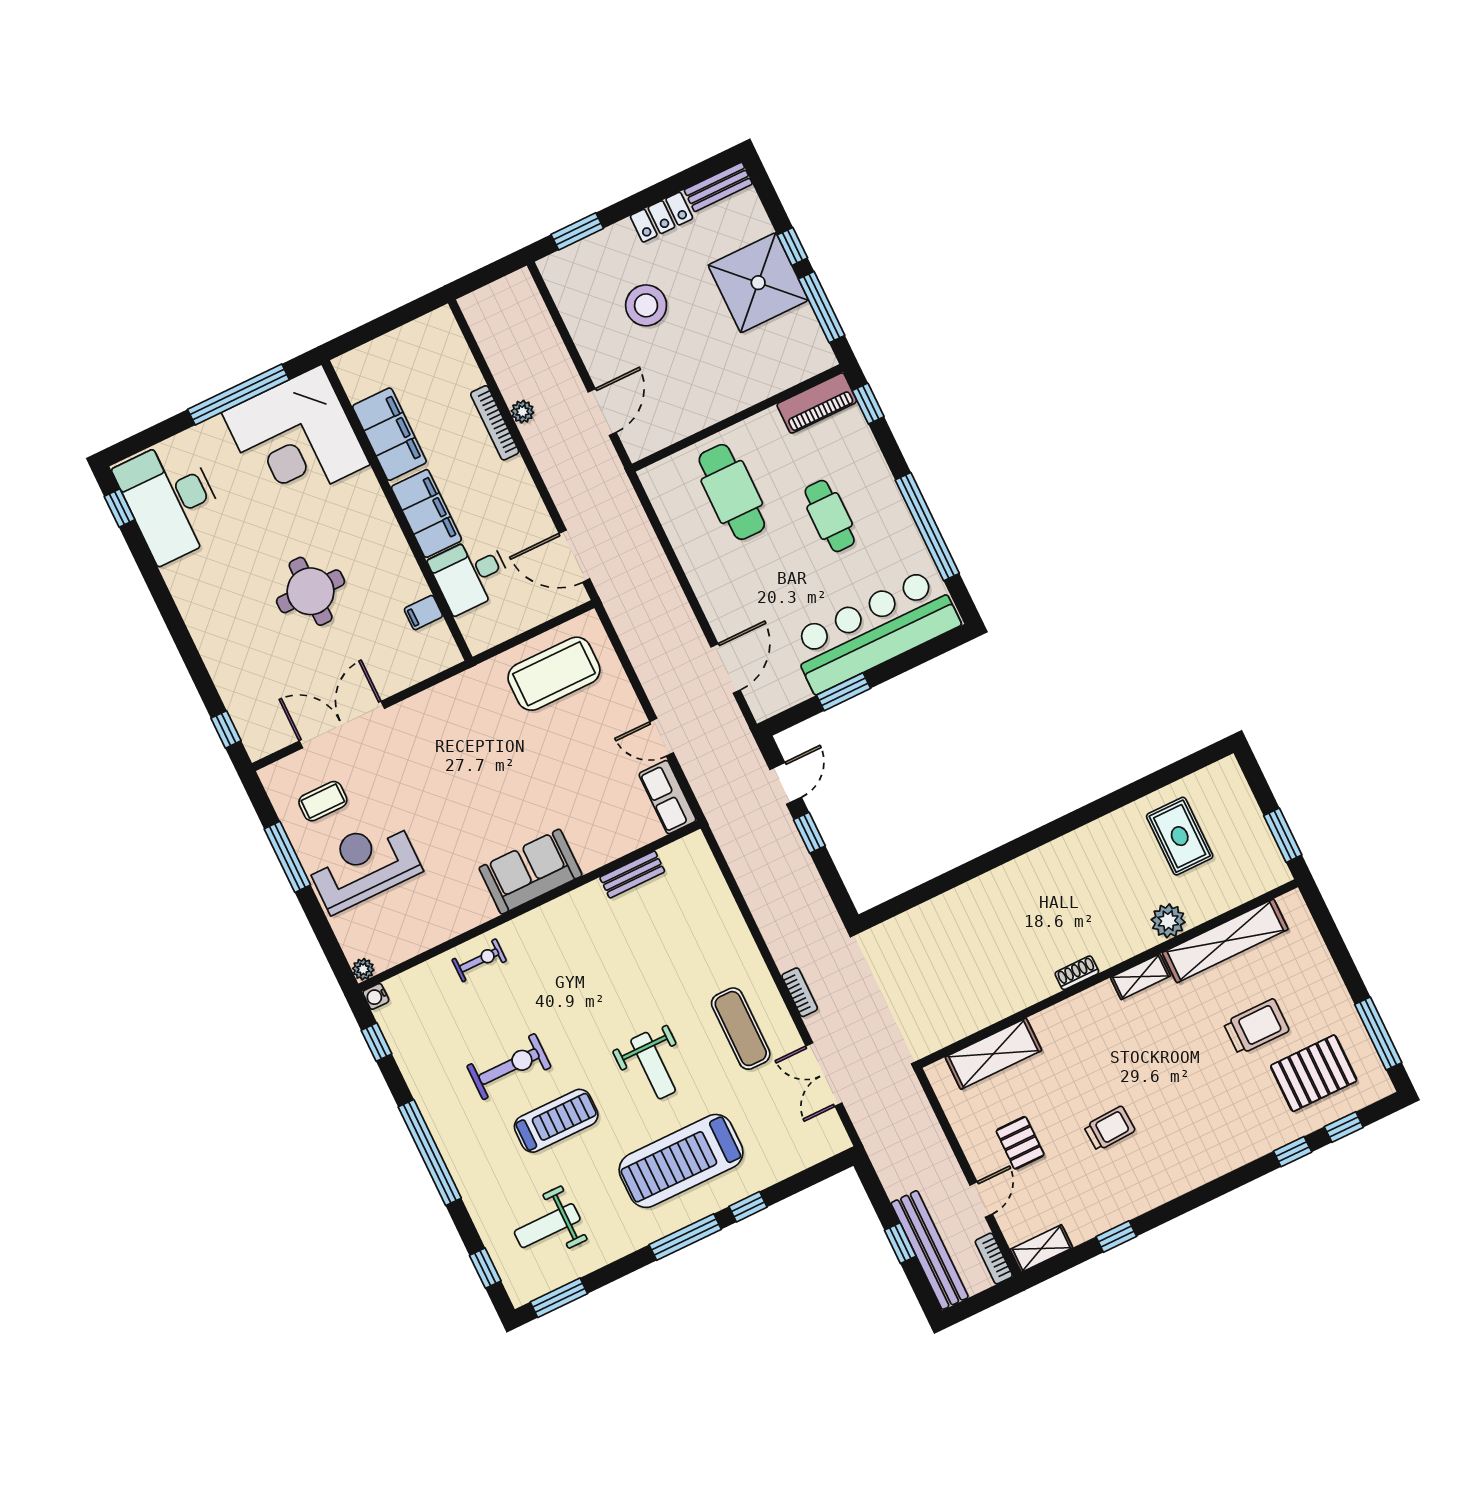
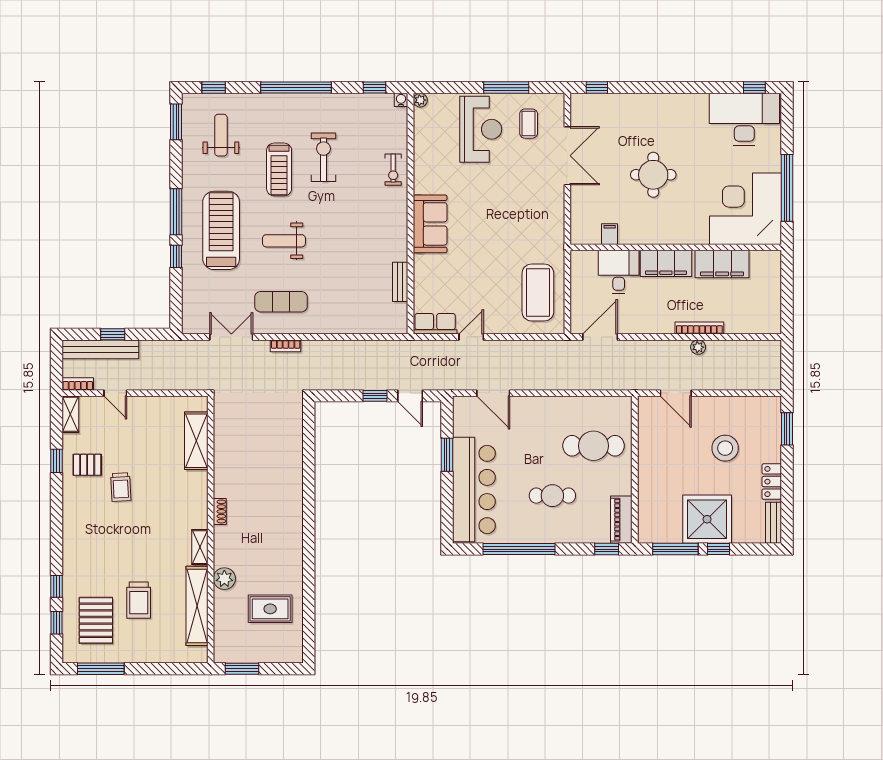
exercise bike: (509, 1067) -> (323, 157), turned 180
pallet: (1020, 1143) -> (87, 465), moved

